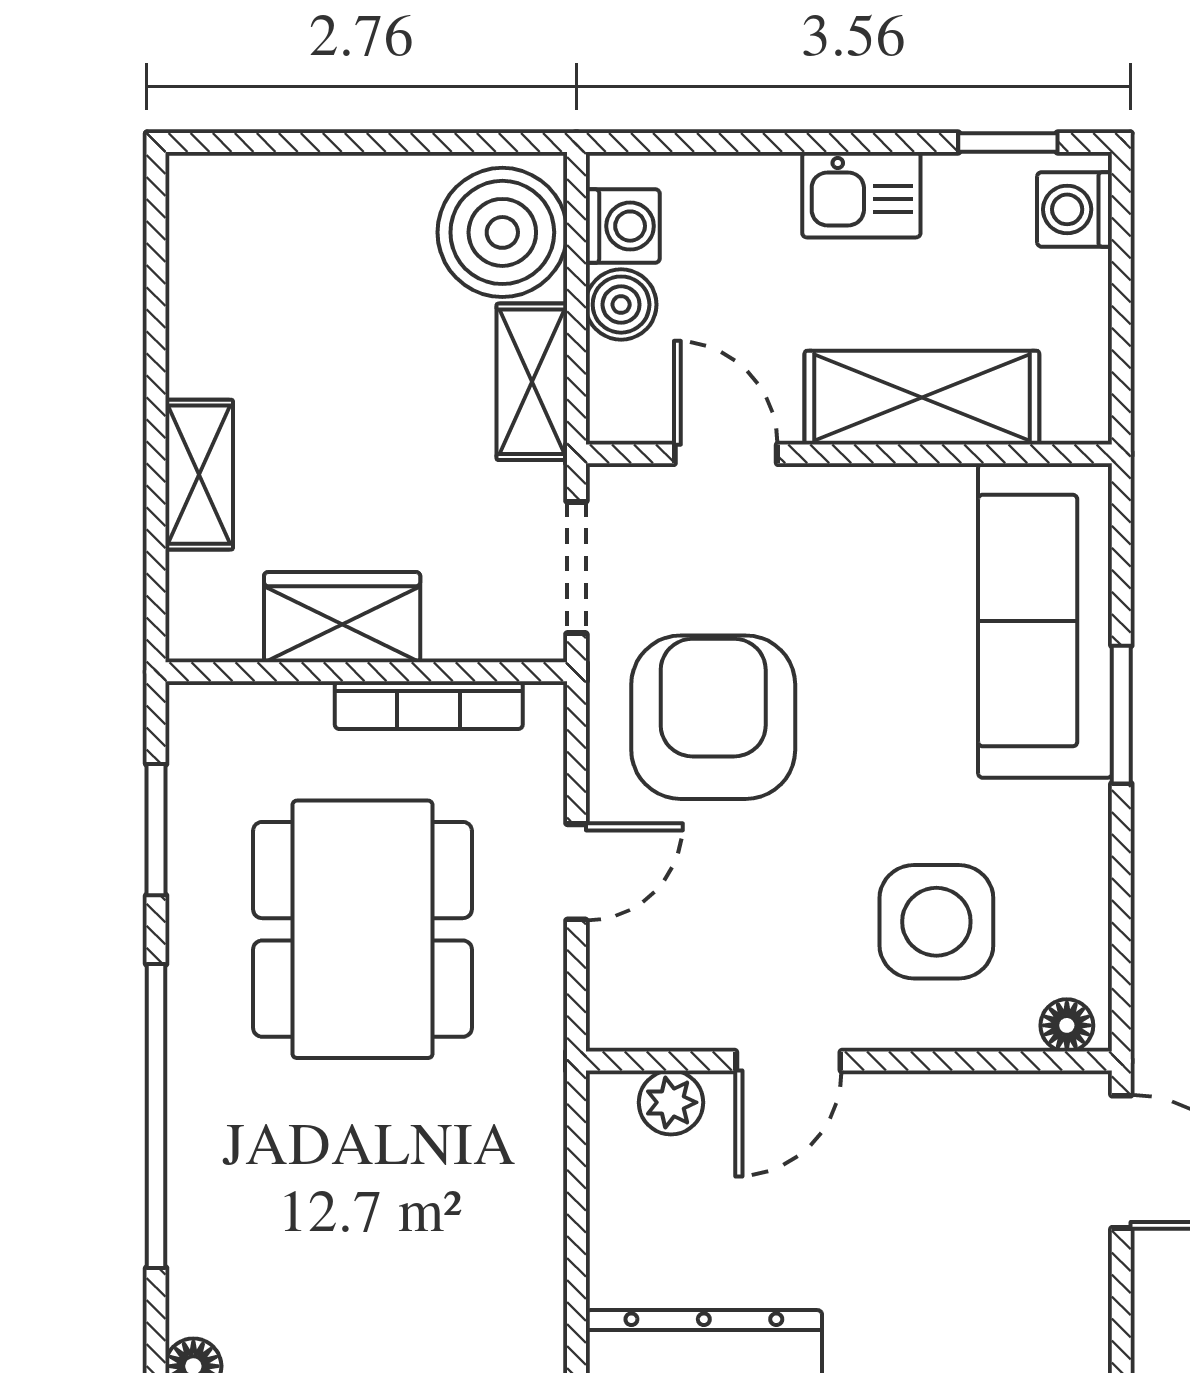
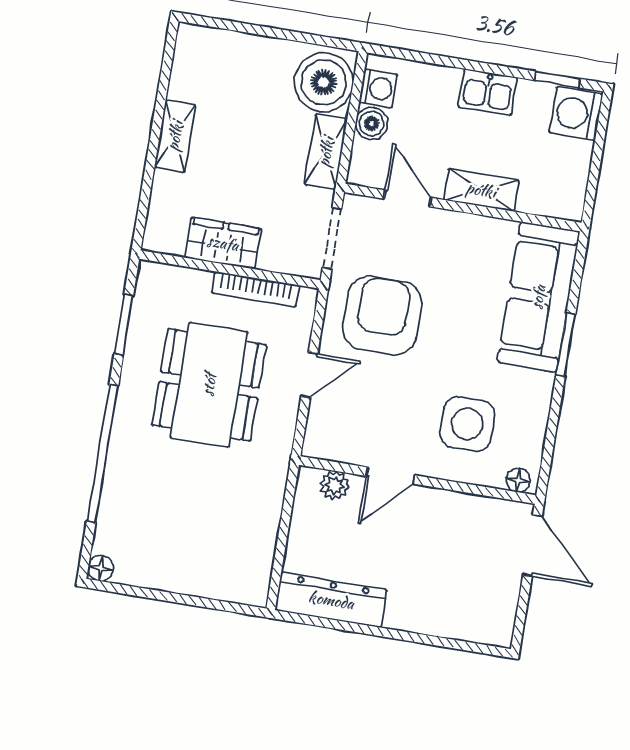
washing machine: (1075, 209) -> (576, 113), width x1.38, depth x1.38
shelving: (922, 398) -> (481, 190), width x0.67, depth x0.75
shelving: (199, 475) -> (175, 136), moved

